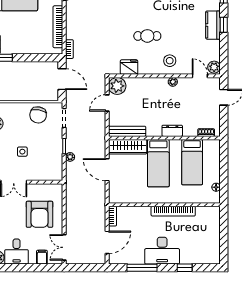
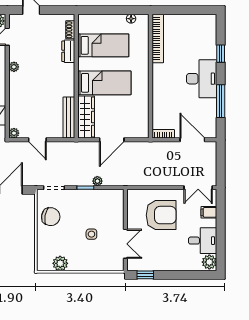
plant: (117, 86) -> (14, 133), width x0.53, depth x0.53
dresser: (172, 131) -> (68, 51), moved
bookcase: (173, 211) -> (158, 38), moved

